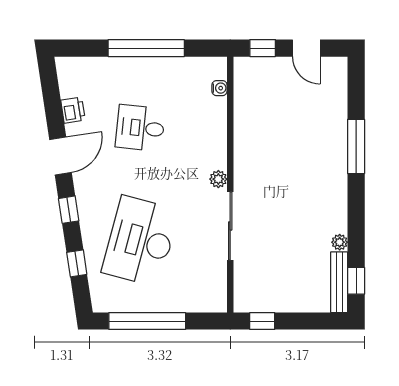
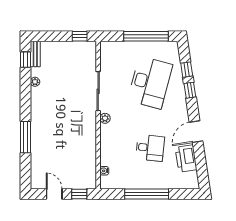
printer: (73, 110) -> (186, 159), width x1.87, depth x1.48
window: (69, 210) -> (190, 90), moved
bench: (339, 282) -> (35, 54), width x0.73

